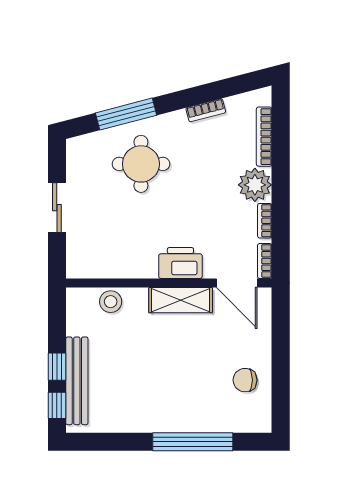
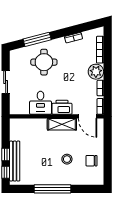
desk: (133, 253) -> (41, 103), added
stool: (111, 302) -> (67, 159), moved
window: (193, 442) -> (53, 189), moved

